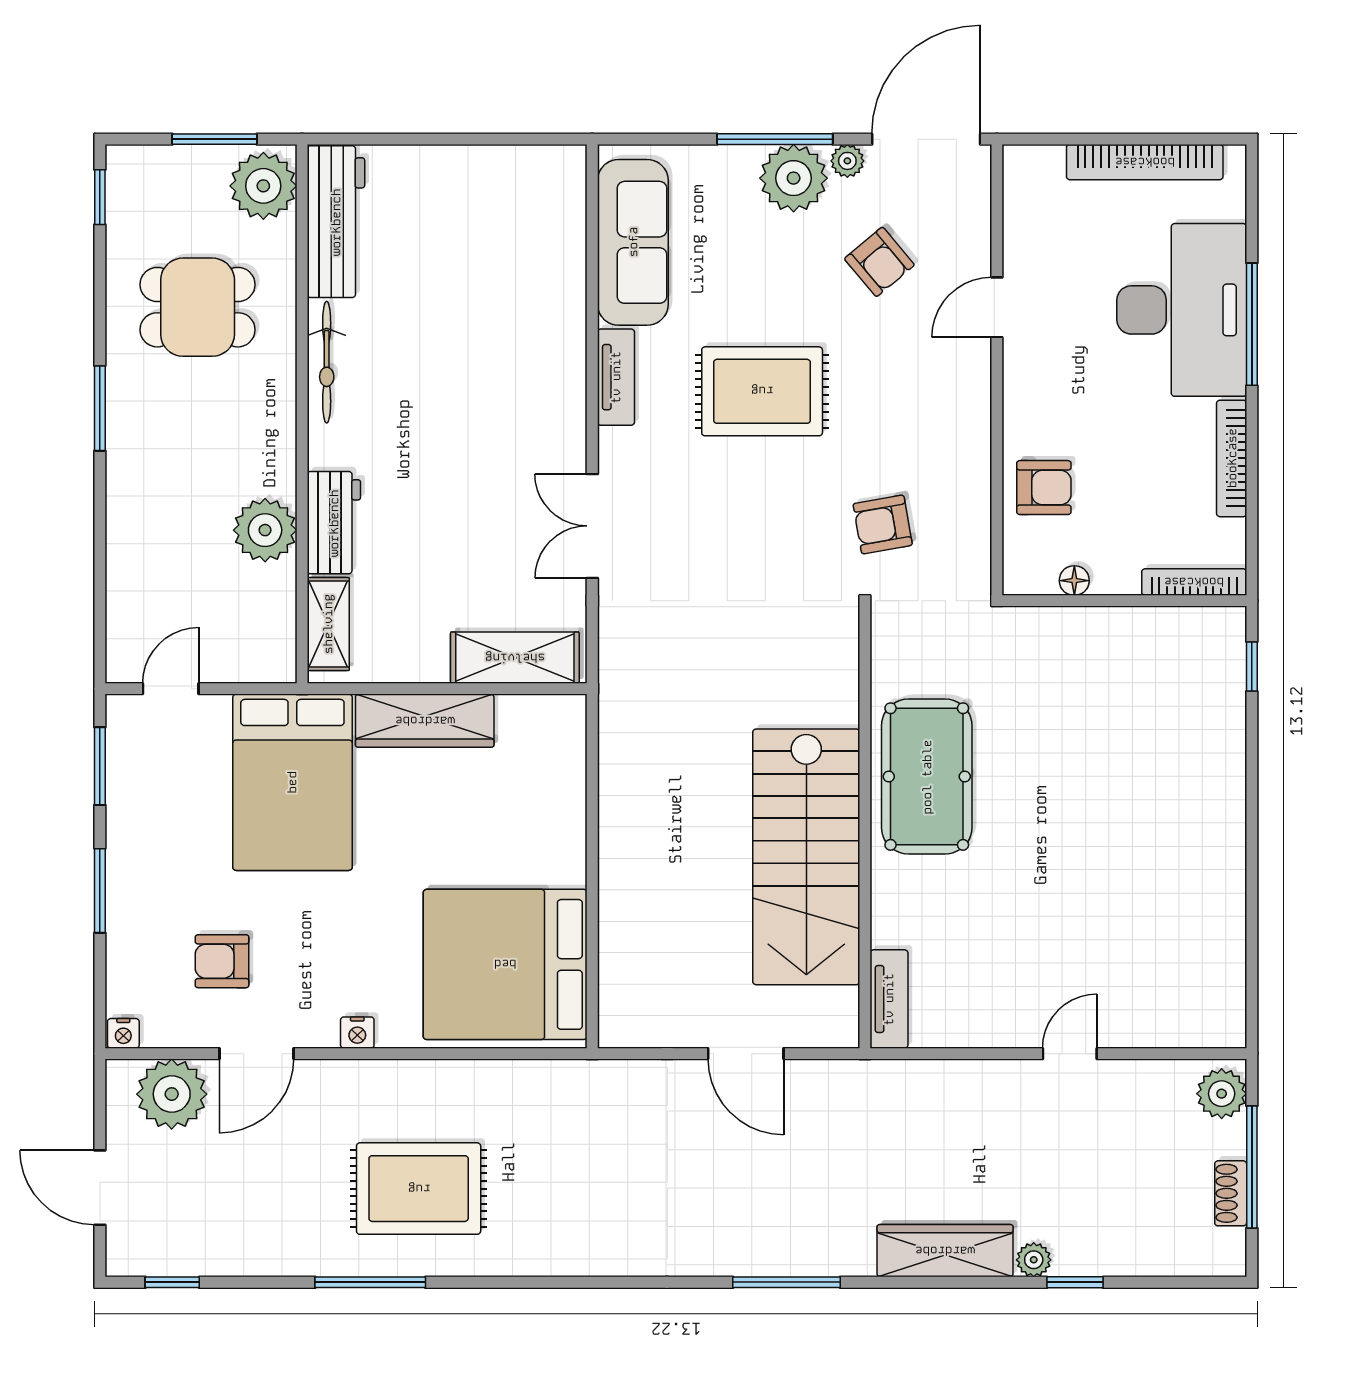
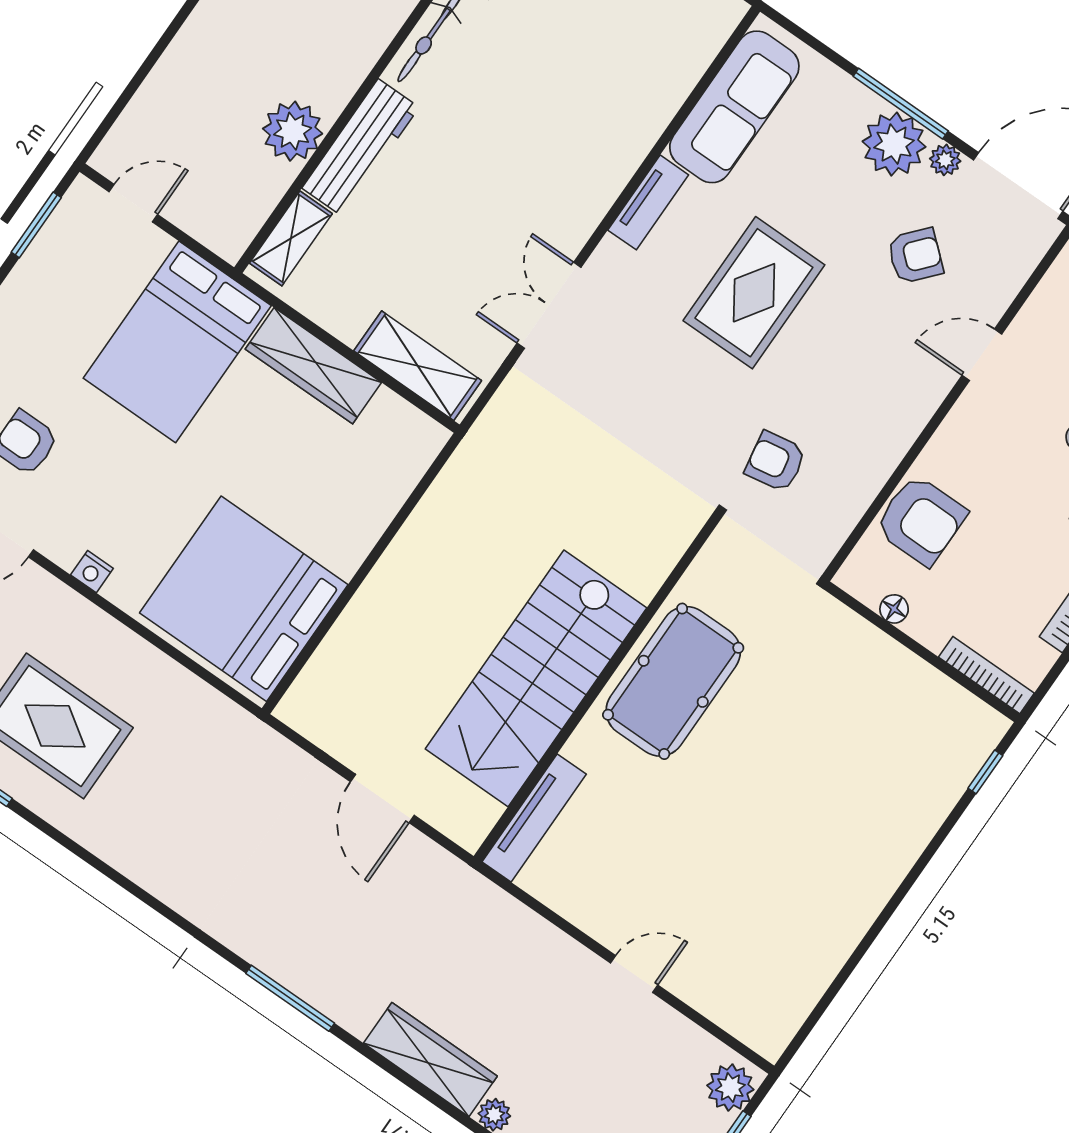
armchair: (879, 262) -> (915, 256), turned -99
rug: (762, 391) -> (754, 293), turned 90
armchair: (1044, 488) -> (921, 520), width x1.38, depth x1.38
workbench: (334, 523) -> (361, 148), width x1.37
tv unit: (889, 999) -> (534, 818), width x1.41

